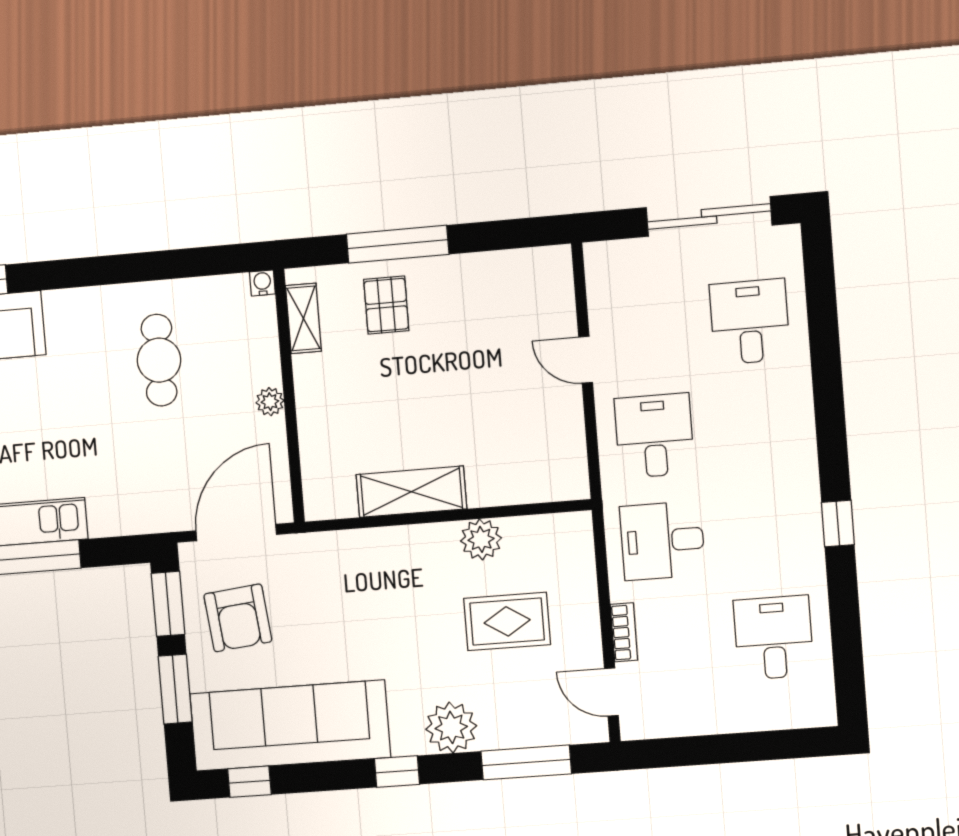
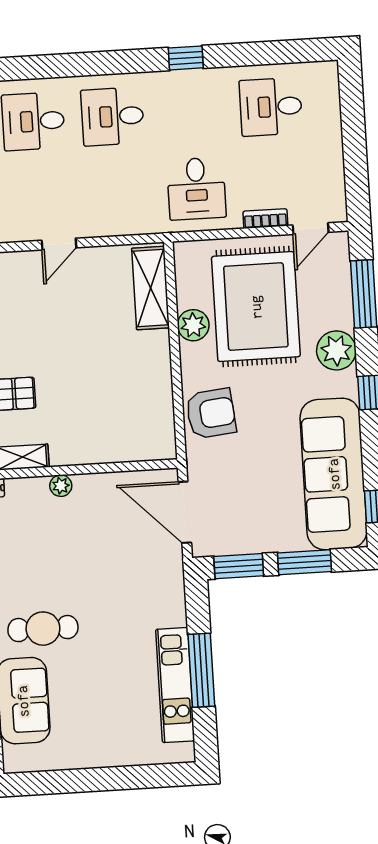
cafe table: (159, 360) -> (43, 629), moved
plant: (270, 402) -> (61, 486), moved
desk: (654, 436) -> (113, 116), moved
shelving: (411, 492) -> (151, 288), moved
armchair: (238, 618) -> (211, 414), moved
rug: (507, 621) -> (256, 307), width x1.86, depth x2.06

